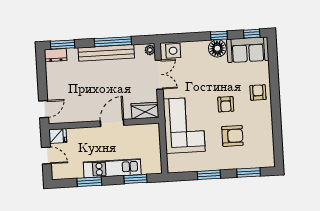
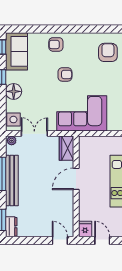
floor lamp: (217, 48) -> (14, 91), moved
door: (112, 123) -> (76, 179), hinge flipped
armchair: (232, 136) -> (108, 52), moved
door: (46, 156) -> (102, 240), hinge flipped

